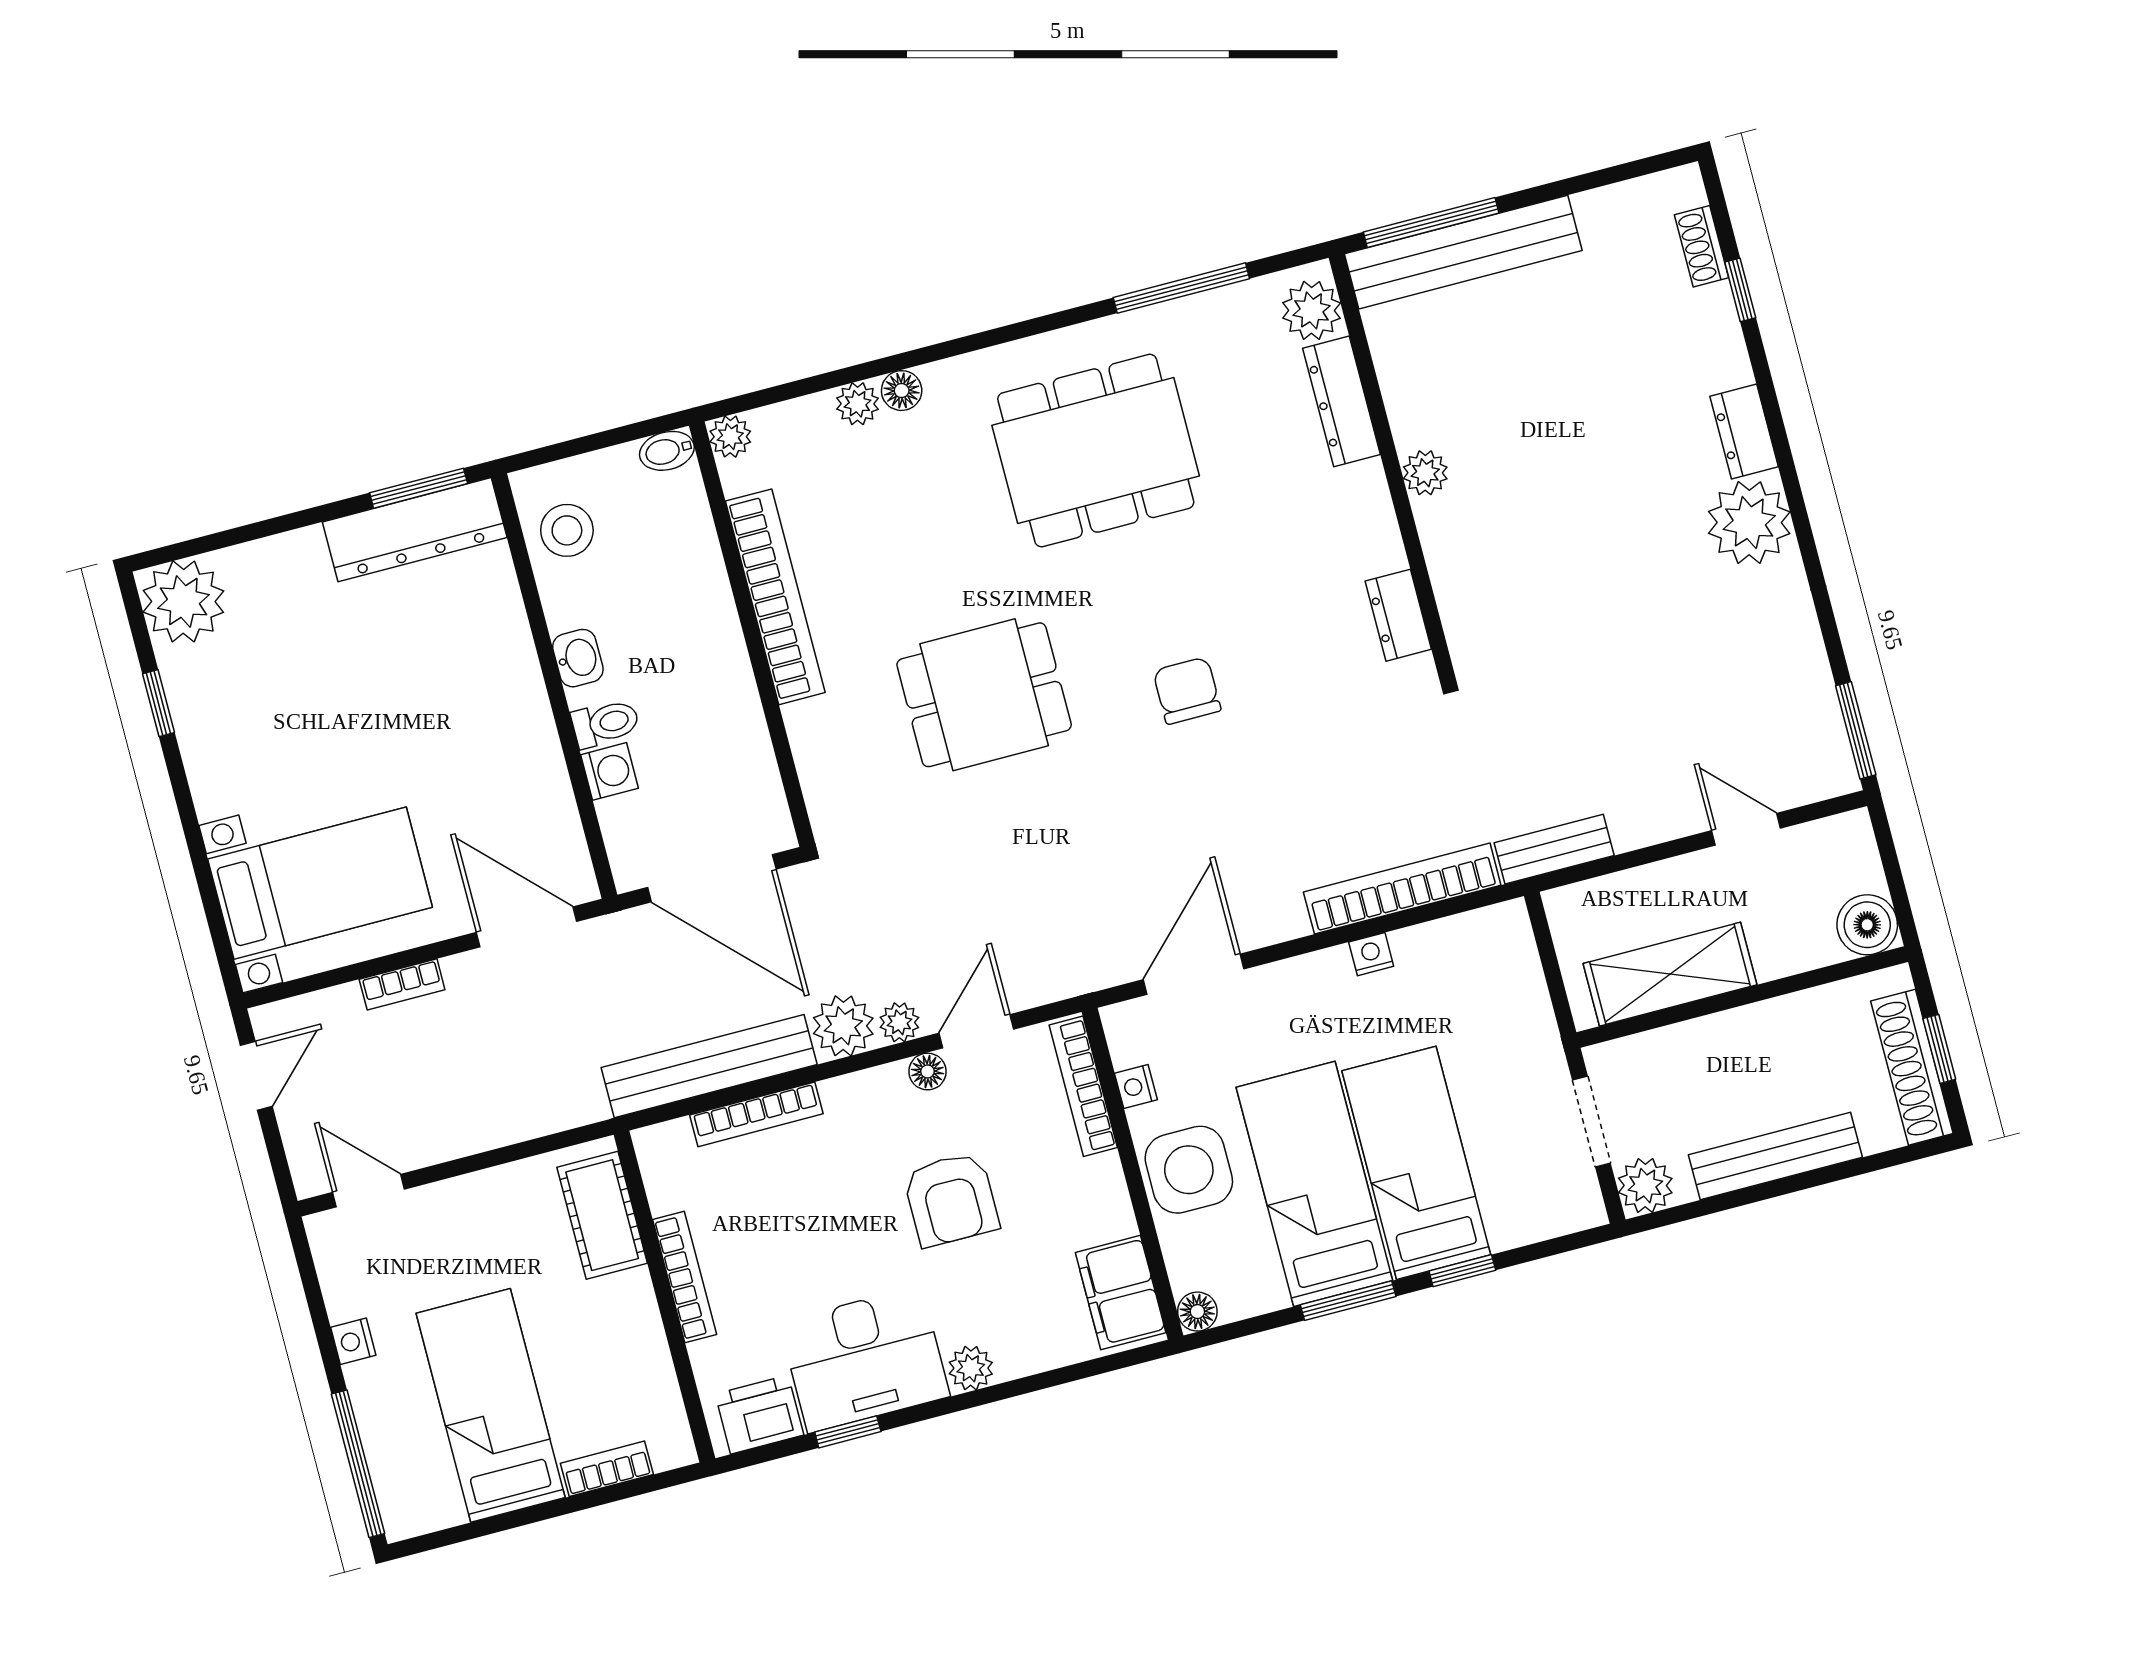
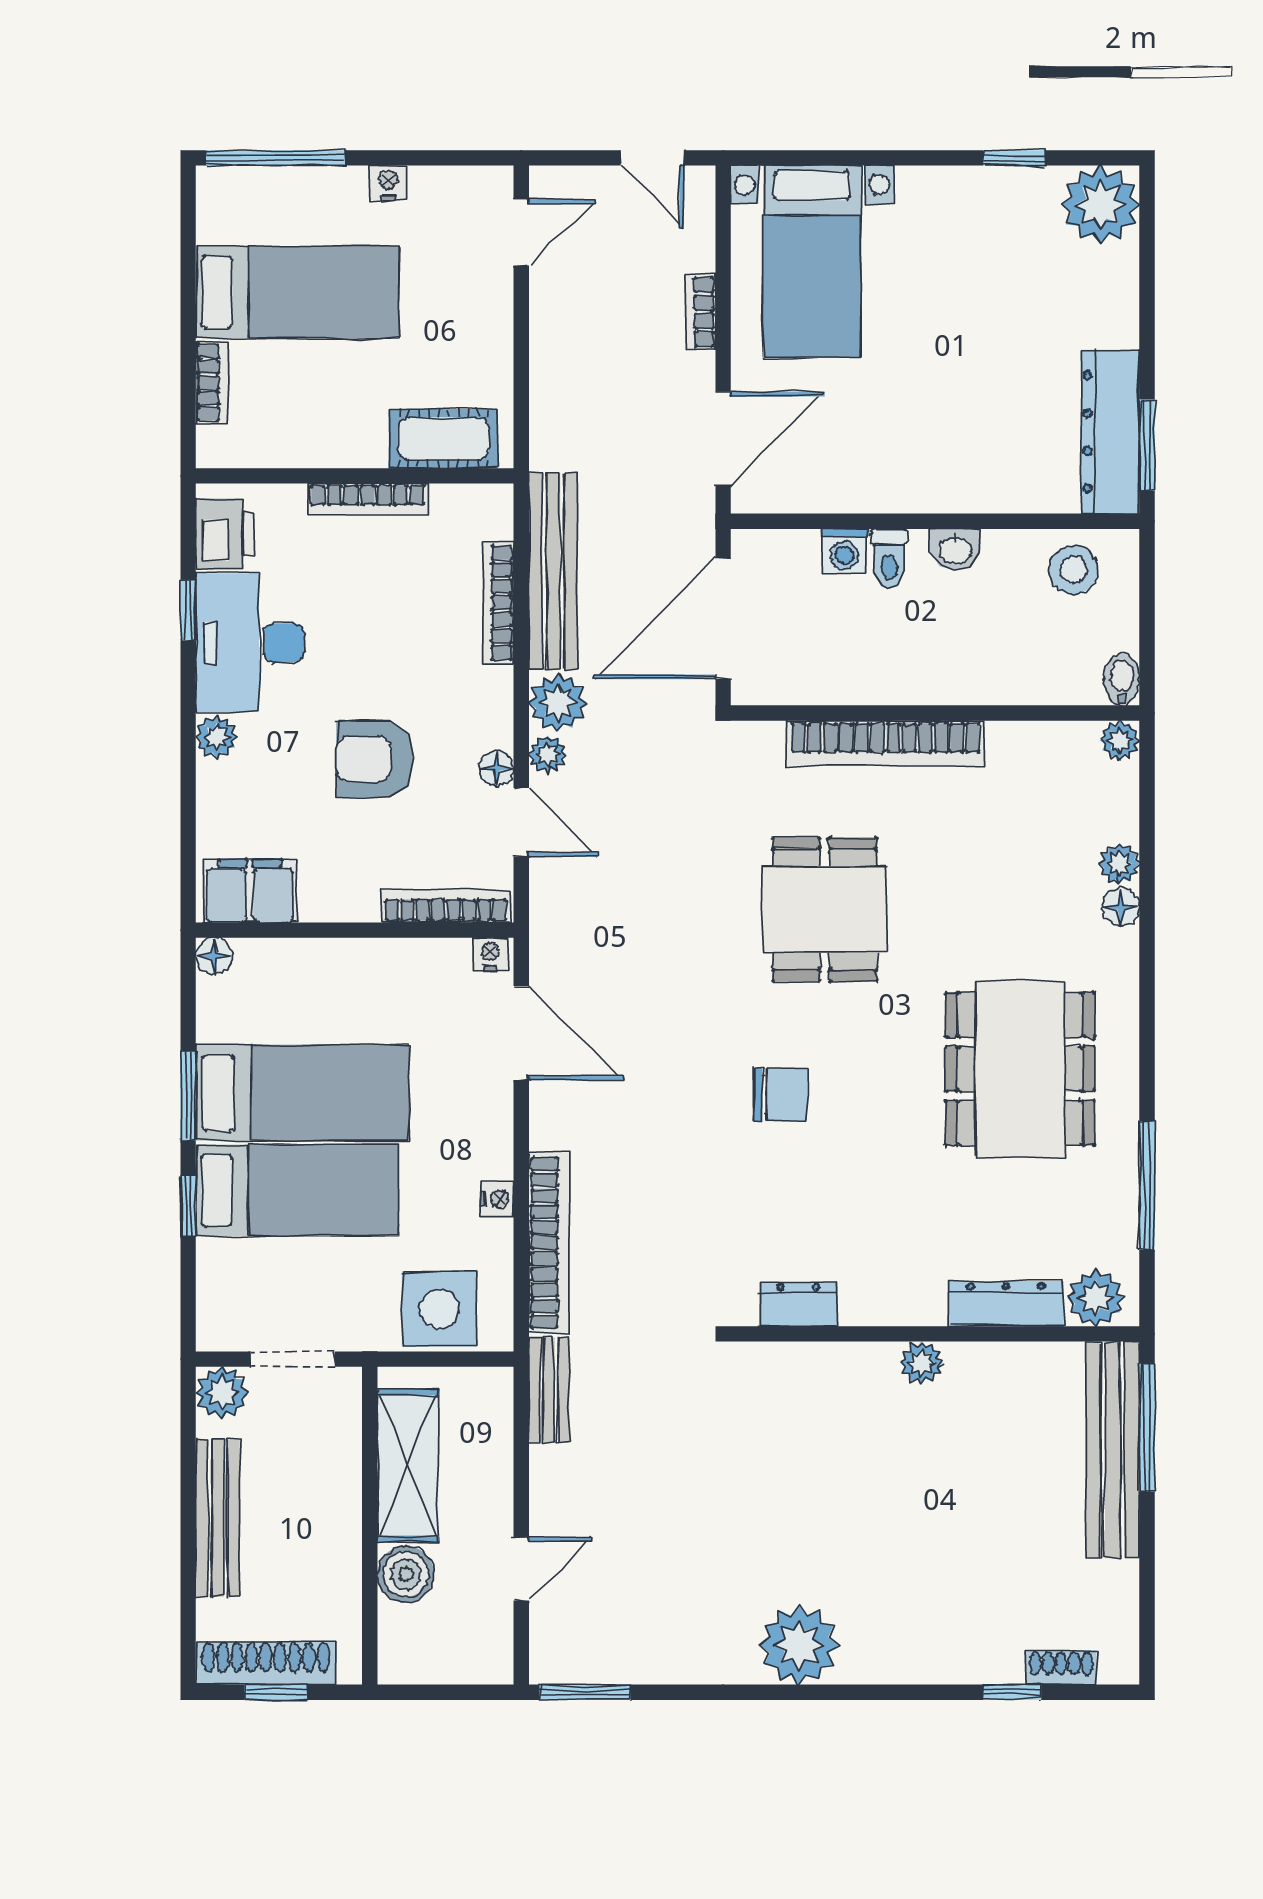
dresser: (1744, 432) -> (883, 1662), removed
bookcase: (775, 597) -> (886, 743), moved
boiler: (1867, 925) -> (406, 1574), moved
nightstand: (1136, 1086) -> (490, 954), moved
side table: (1189, 1170) -> (439, 1309), moved

